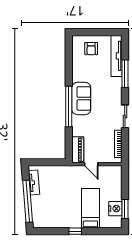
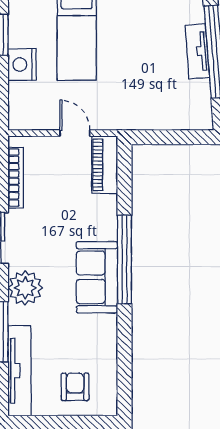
plant: (114, 94) -> (25, 288), added
tv unit: (34, 183) -> (197, 51), moved
nightstand: (115, 209) -> (22, 65), moved

